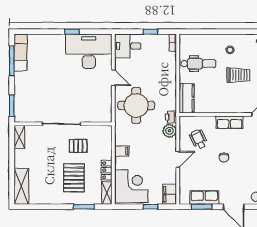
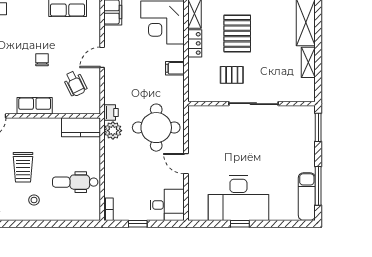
desk: (89, 51) -> (238, 198), moved
trolley: (238, 75) -> (23, 167), turned -90
kitchen counter: (187, 98) -> (81, 127), moved, turned -90
plant: (169, 131) -> (113, 131), moved
shelving: (19, 137) -> (308, 62), moved

